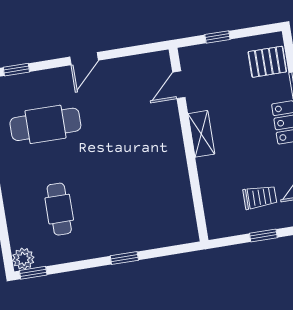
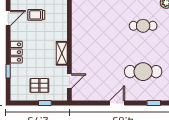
pallet: (267, 62) -> (39, 85), moved
cafe table: (59, 209) -> (143, 26), turned 90

